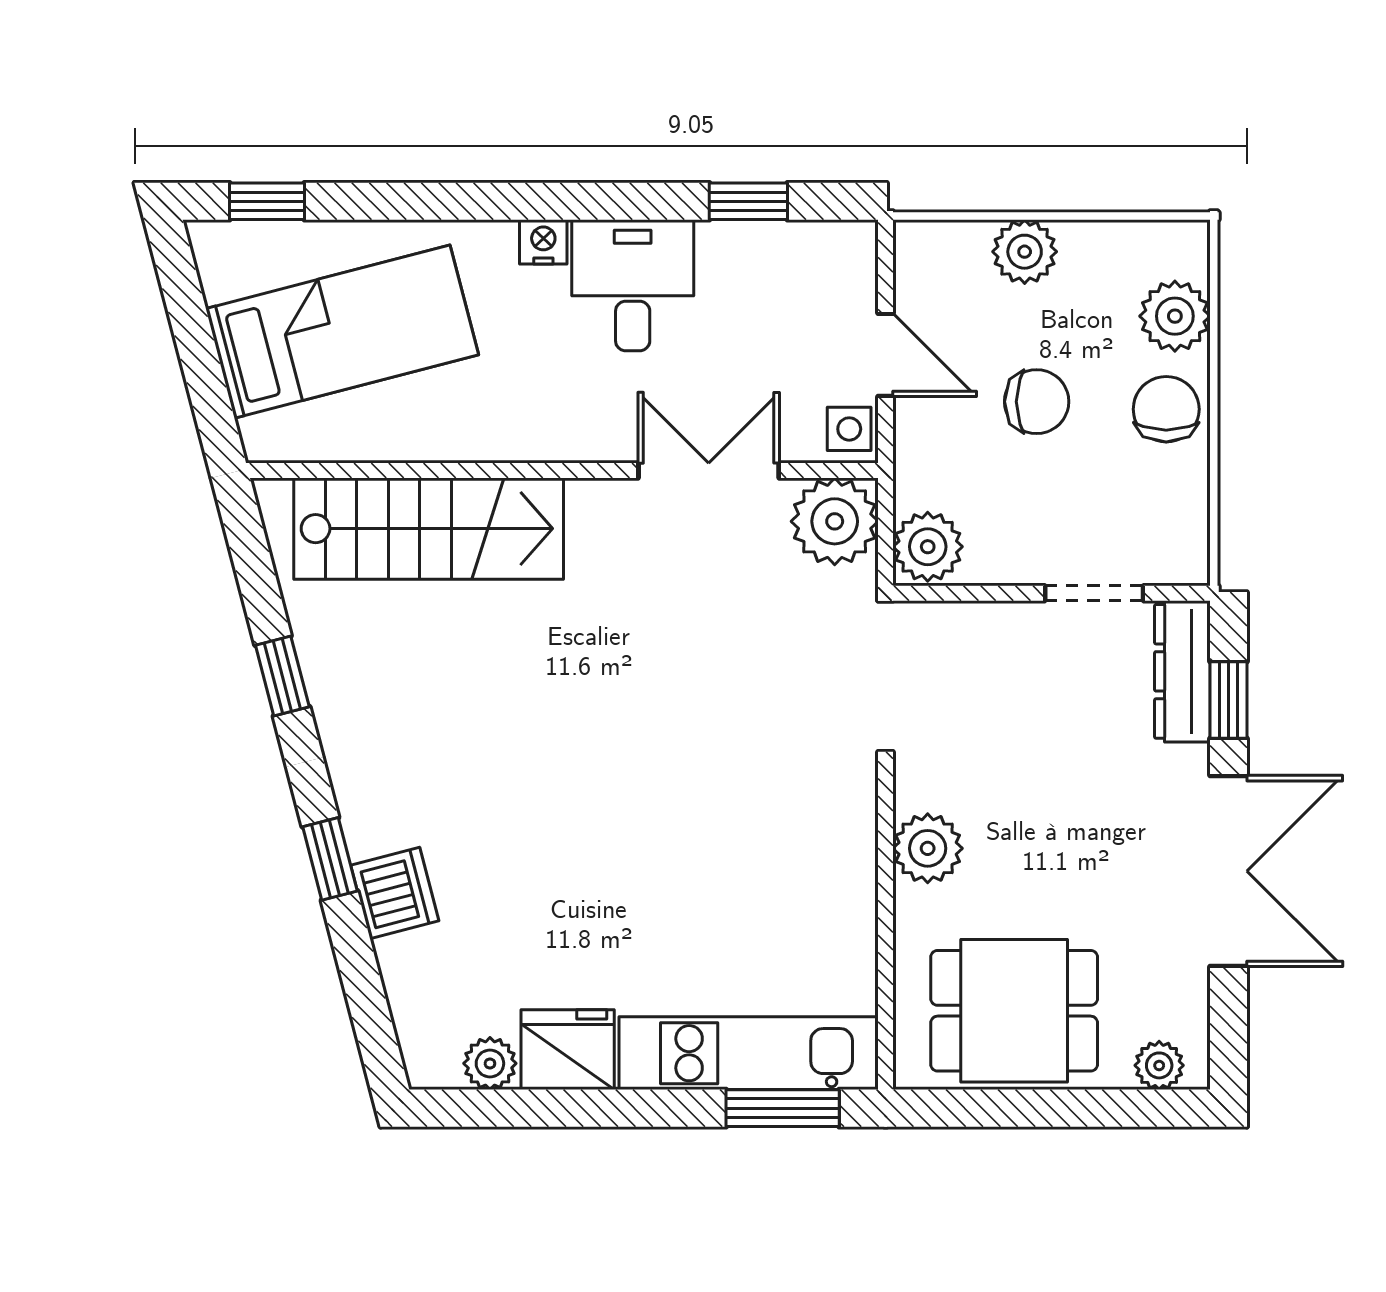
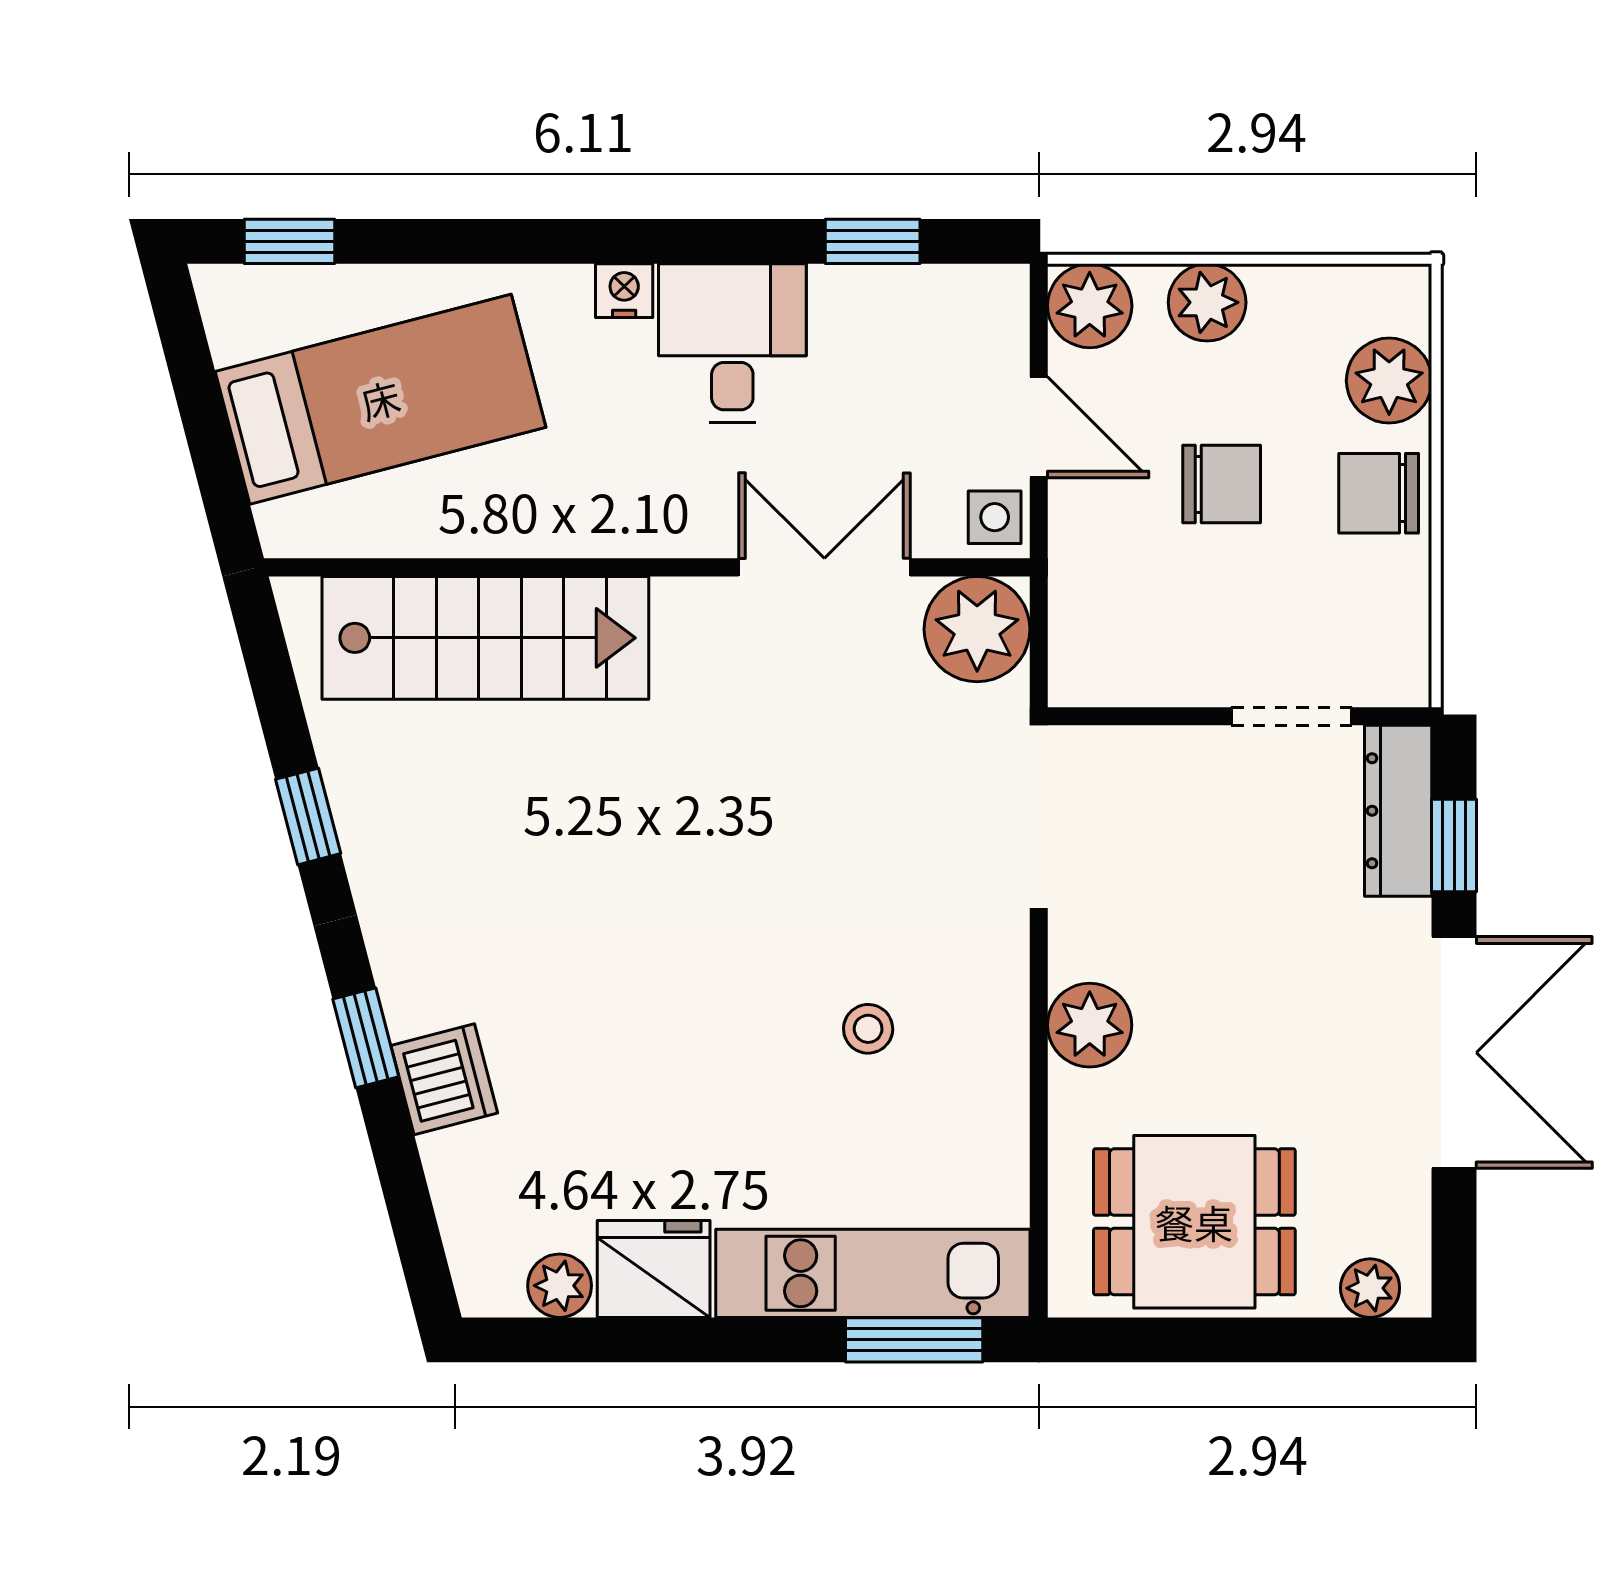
chair: (1166, 409) -> (1379, 493), turned -90
plant: (928, 547) -> (1090, 306), moved
stool: (745, 851) -> (868, 1029), added

